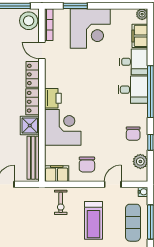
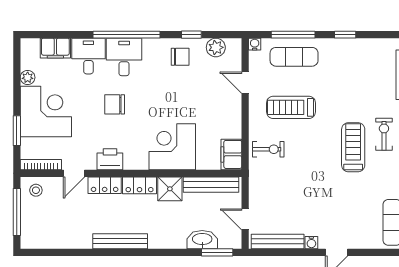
plant: (142, 14) -> (28, 77), moved
stool: (29, 21) -> (36, 190), width x0.53, depth x0.53
printer: (53, 98) -> (110, 159), moved
chair: (87, 164) -> (115, 104), moved, turned 180
treadmill: (93, 220) -> (291, 107), turned 180

